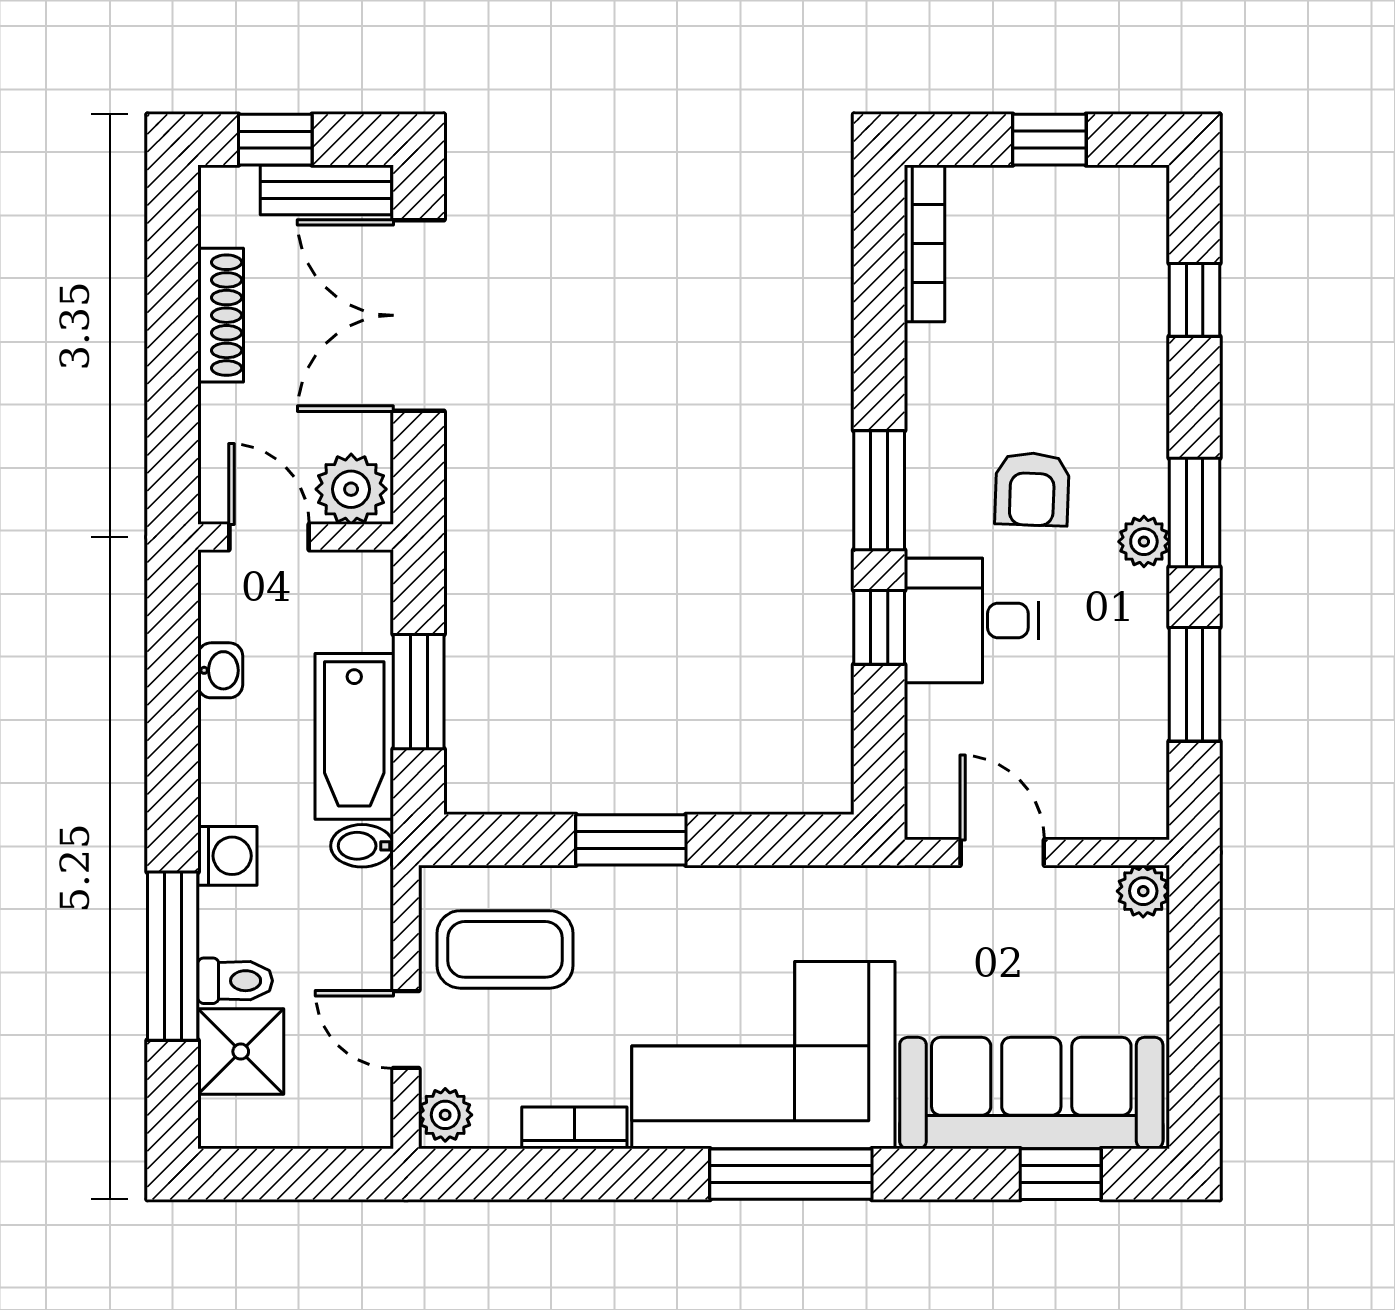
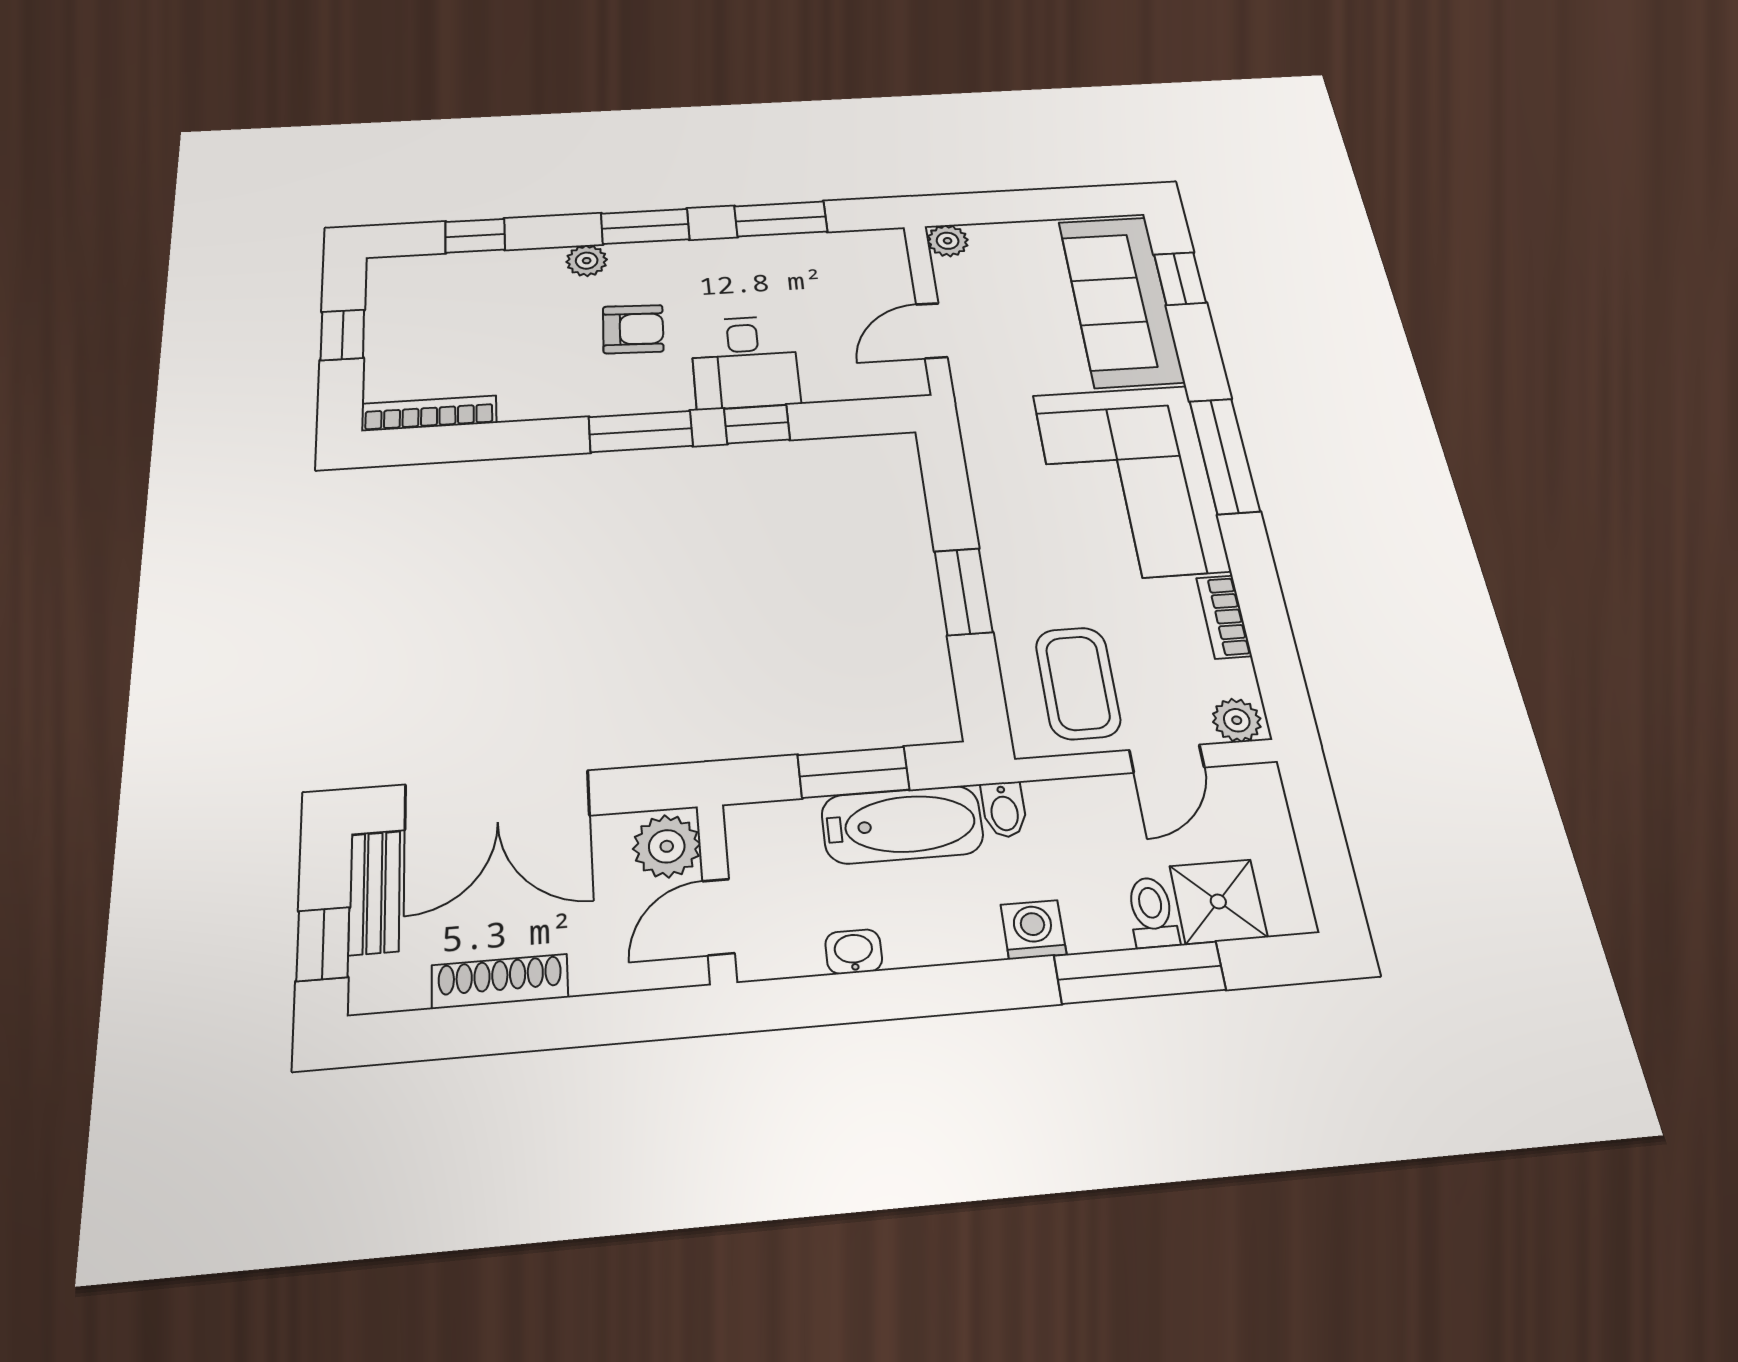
plant: (1144, 542) -> (587, 261), moved

